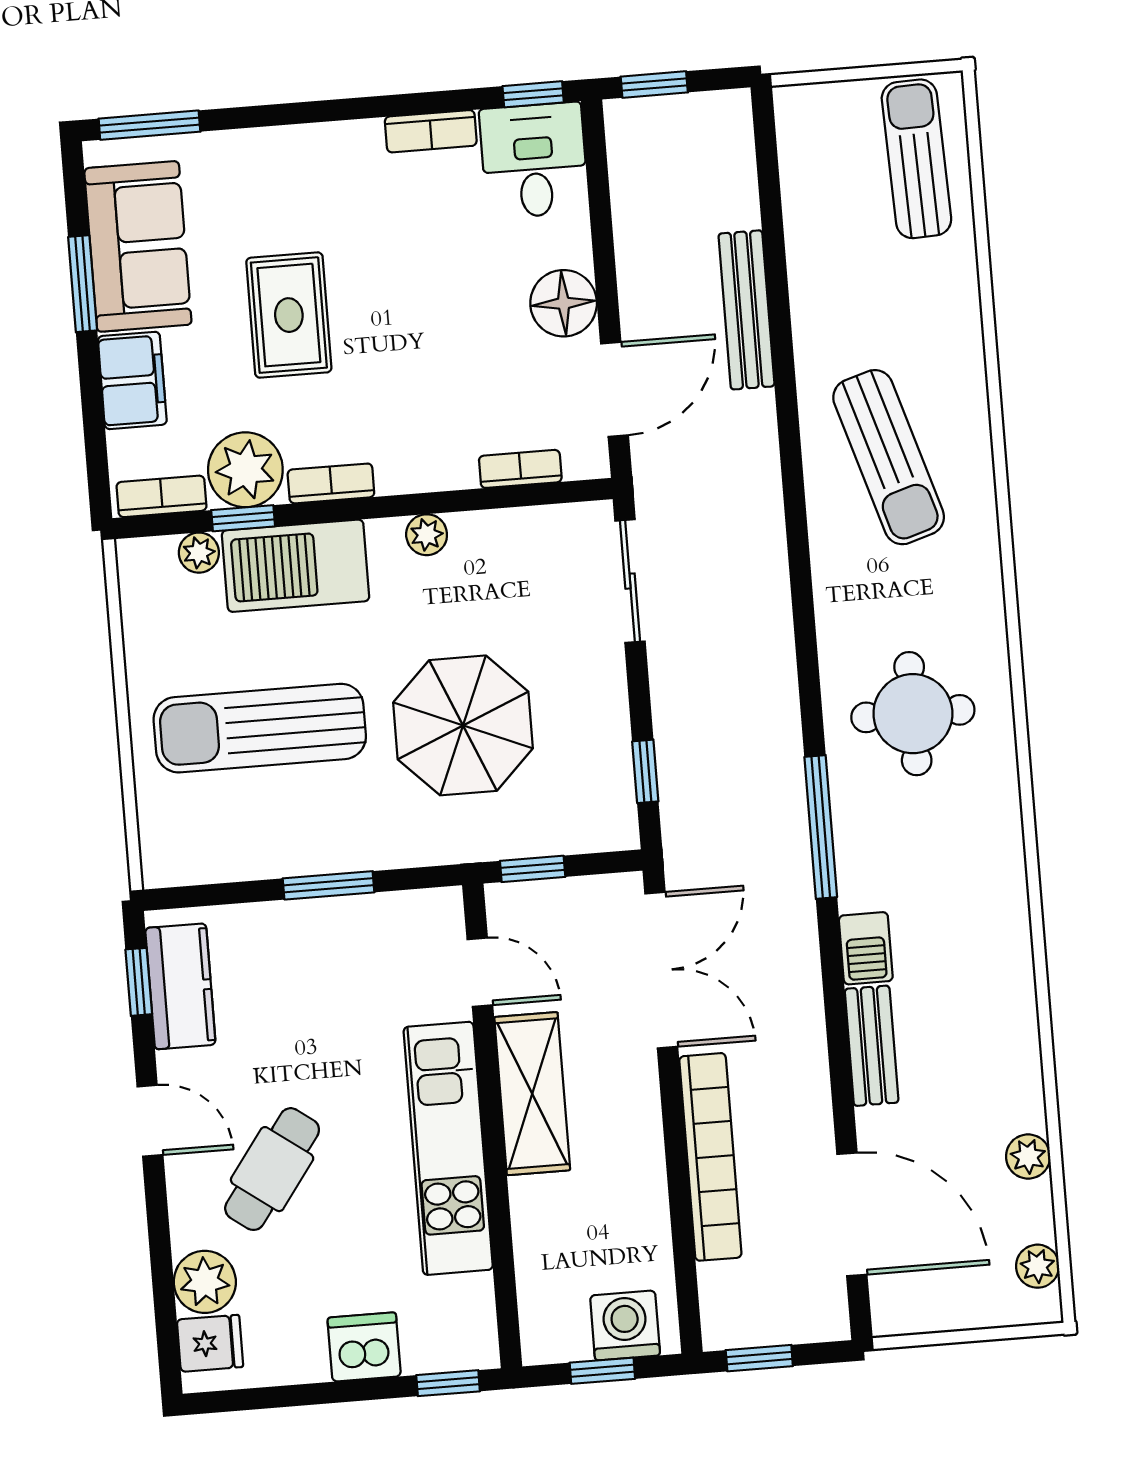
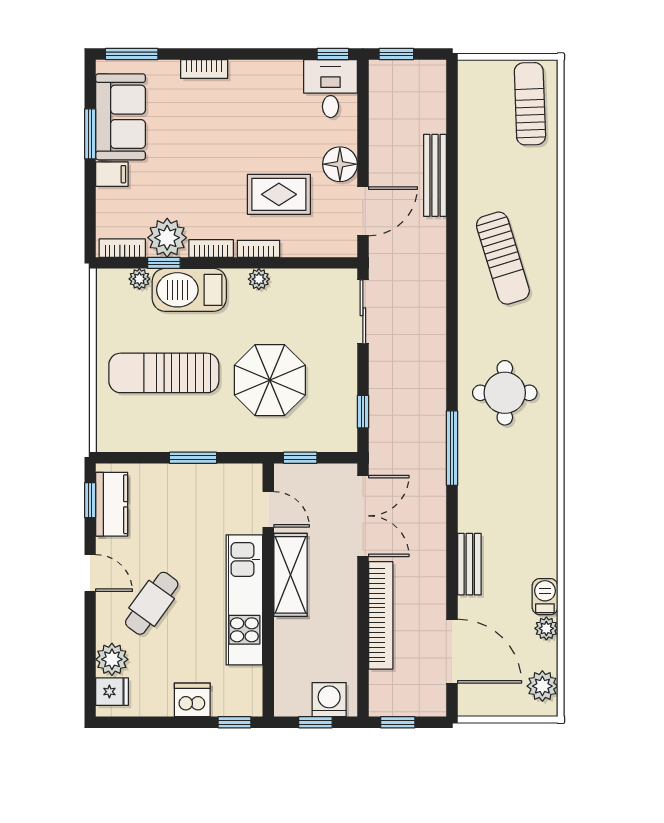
bookcase: (431, 131) -> (204, 69), moved
rug: (289, 315) -> (279, 194), moved, turned 90
filing cabinet: (132, 380) -> (112, 174), width x0.50
bookcase: (520, 469) -> (258, 249), moved
barbecue: (866, 948) -> (545, 597), moved, turned 180
plant: (1038, 1266) -> (542, 686), width x1.38, depth x1.38

